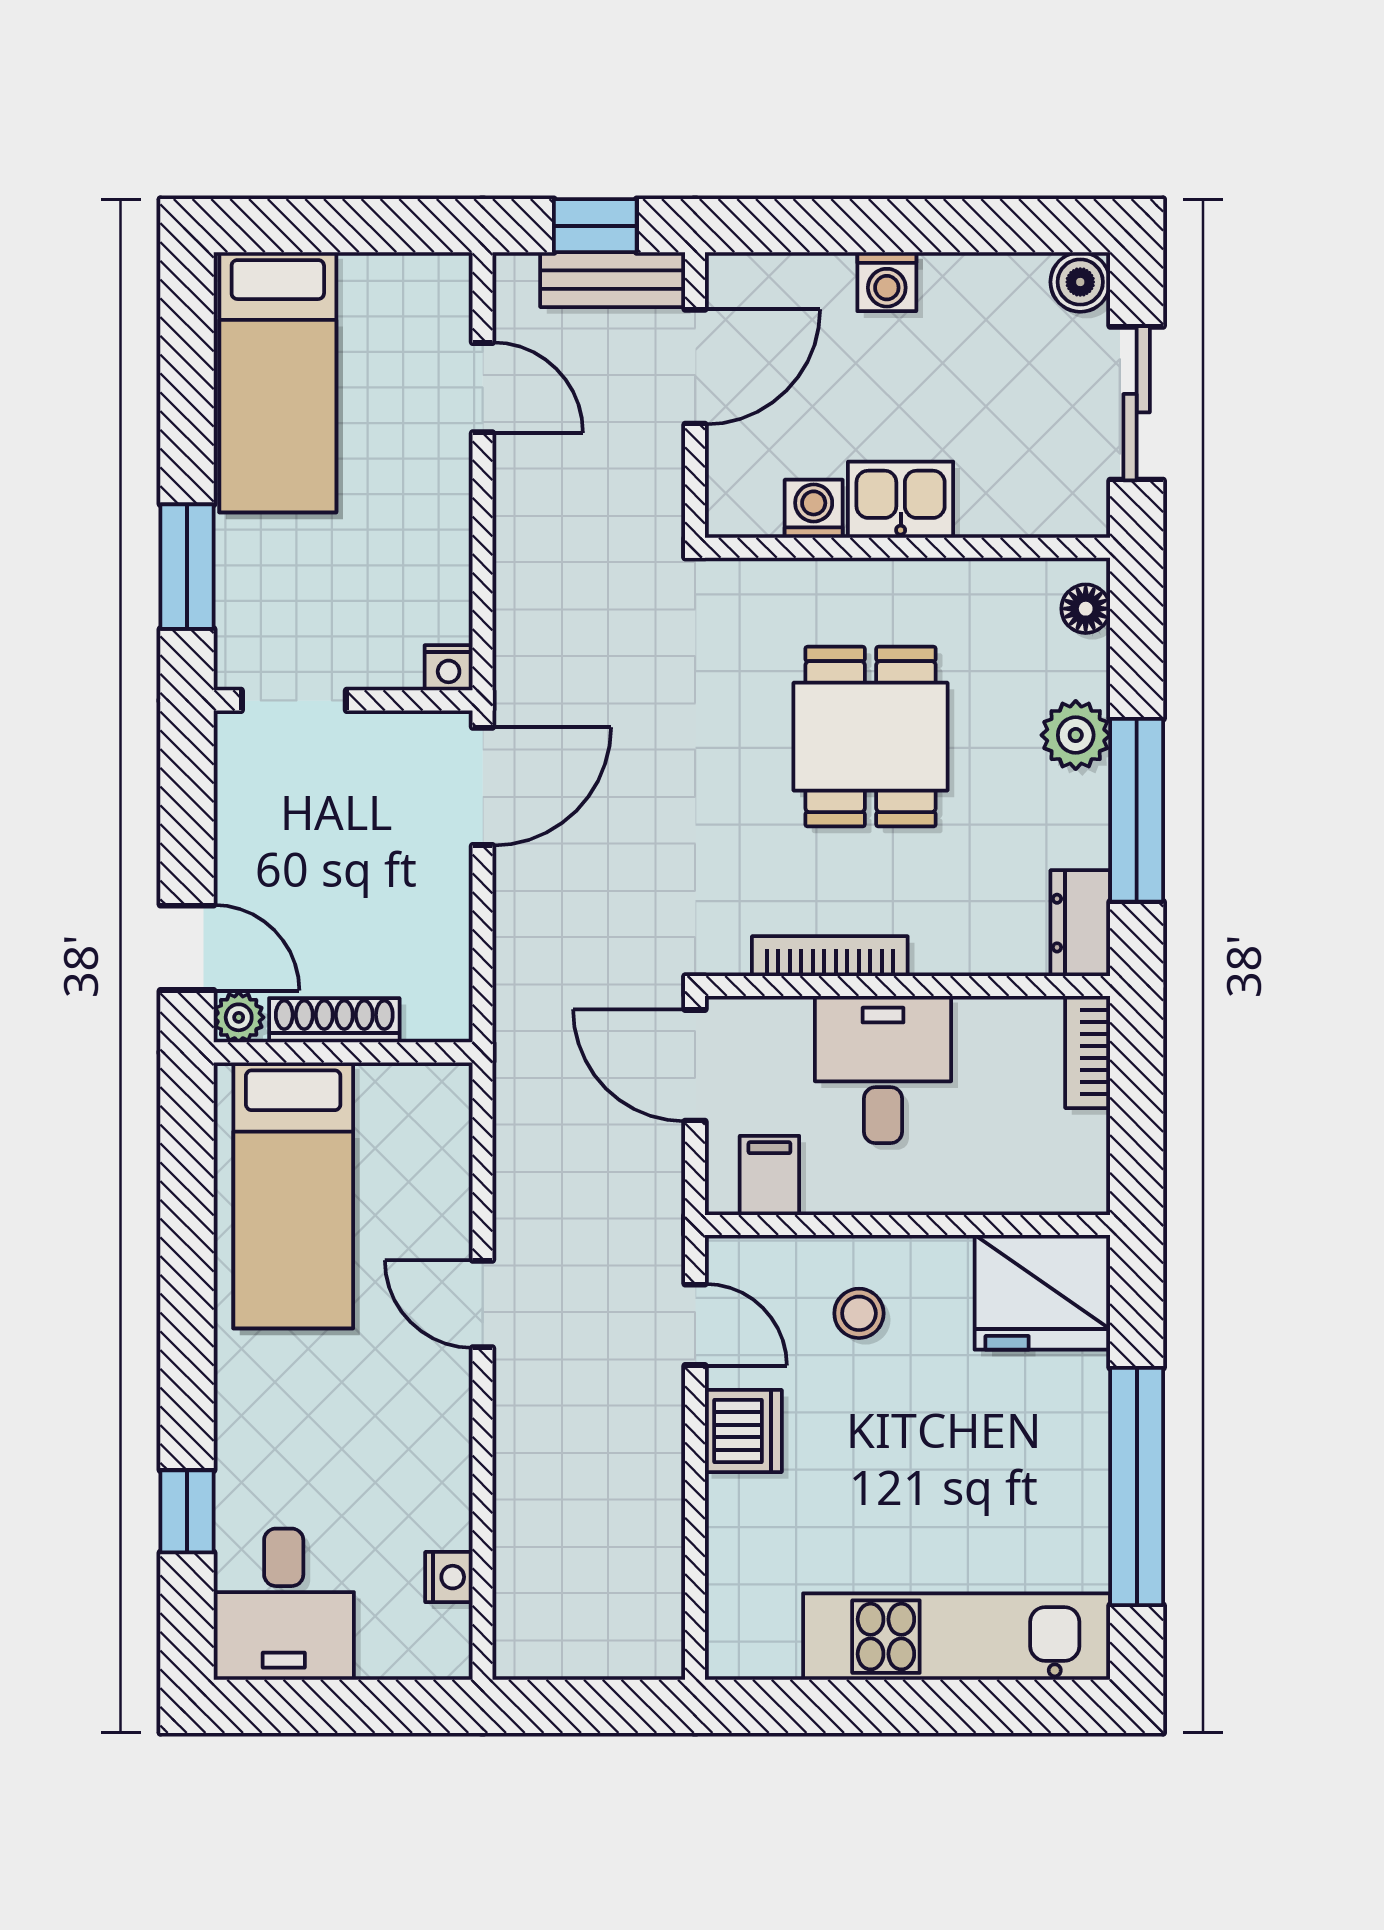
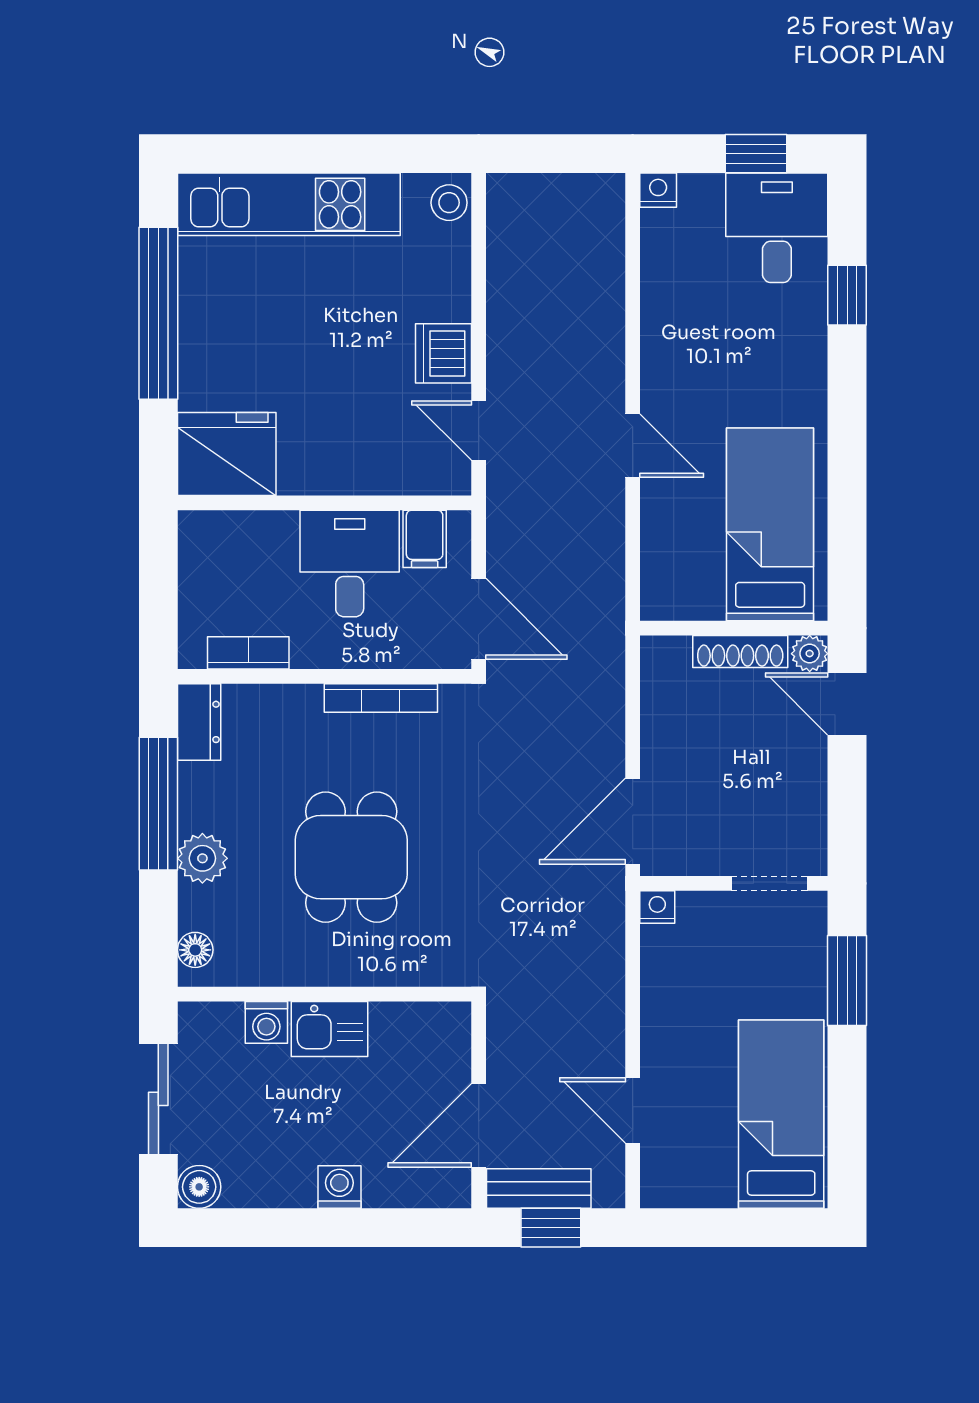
washing machine: (814, 509) -> (266, 1022), moved
bookcase: (1088, 1052) -> (248, 653), moved, turned -90
desk: (883, 1070) -> (350, 563), moved, turned 180
stool: (859, 1313) -> (449, 203), moved
nightstand: (449, 1577) -> (658, 190), moved, turned 90
window: (313, 1706) -> (756, 154), added

